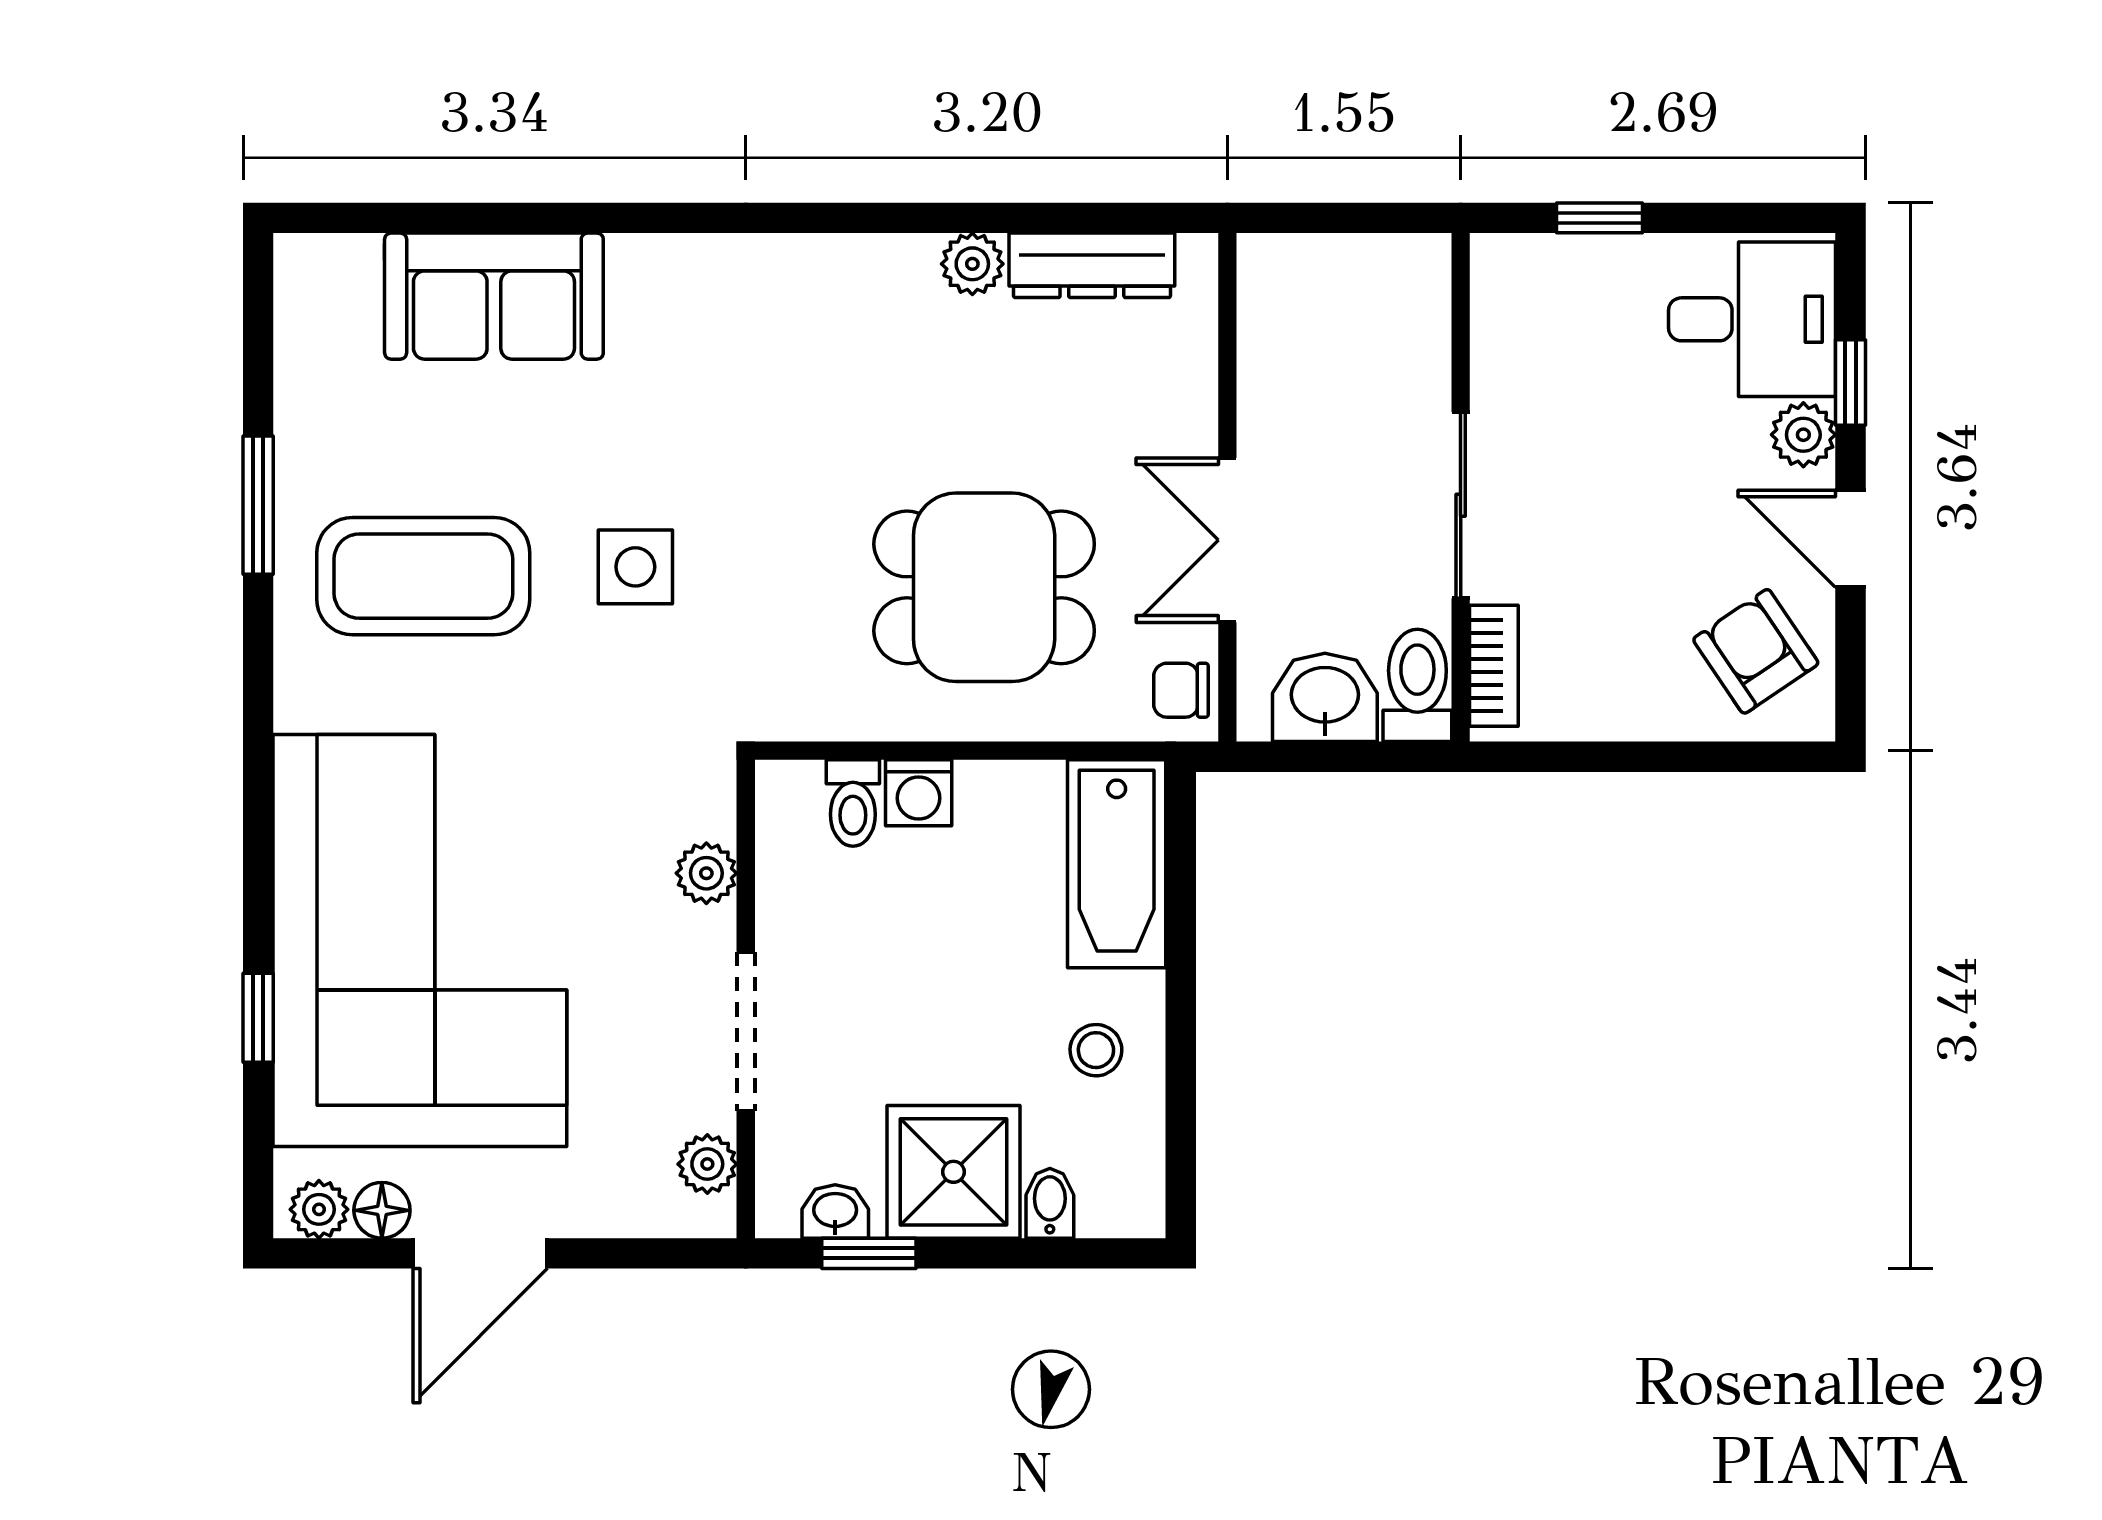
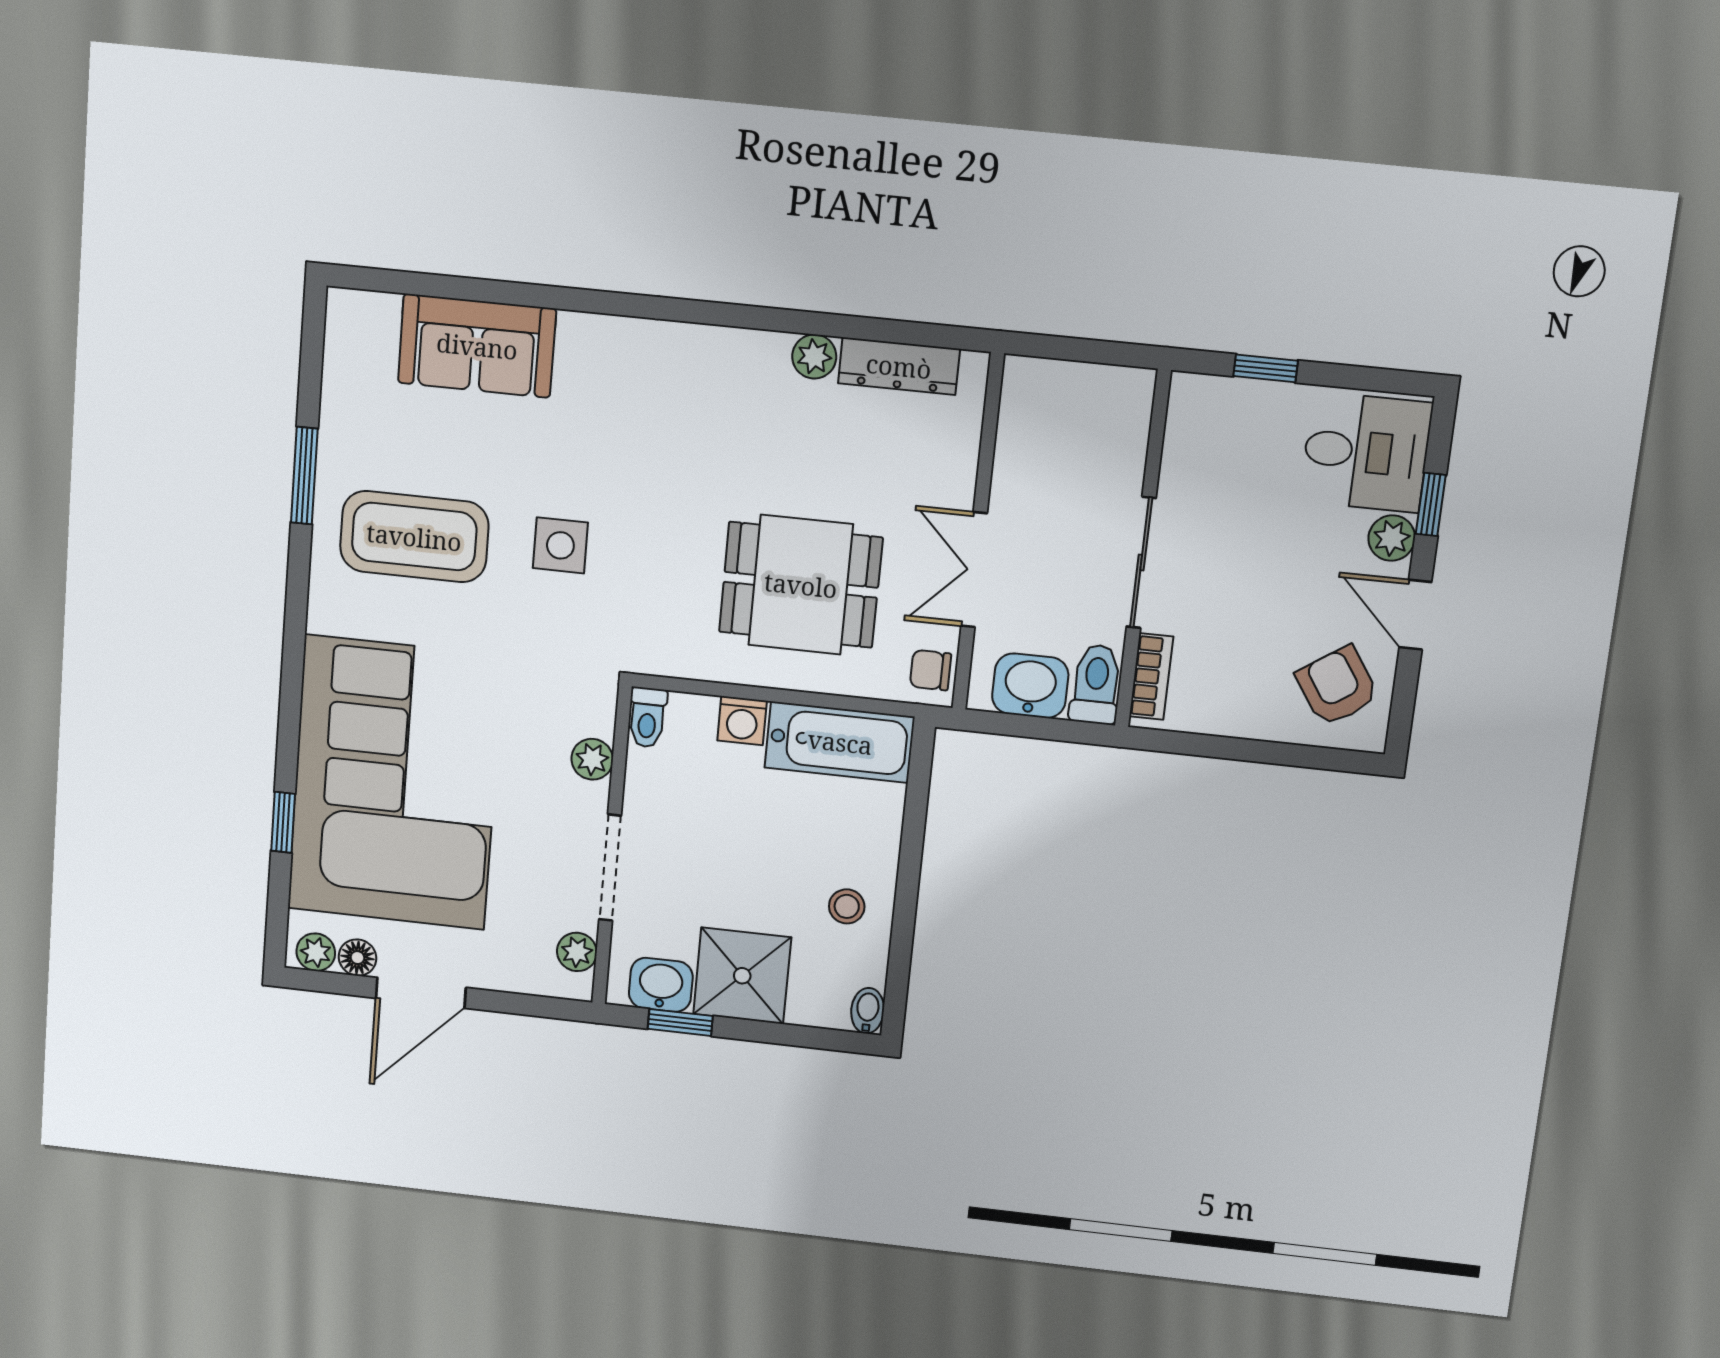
toilet: (853, 803) -> (647, 717), moved
bathtub: (1117, 864) -> (840, 742), moved, turned -90
bidet: (1050, 1203) -> (868, 1011), moved
washbasin: (835, 1212) -> (661, 985), width x1.38, depth x1.45

